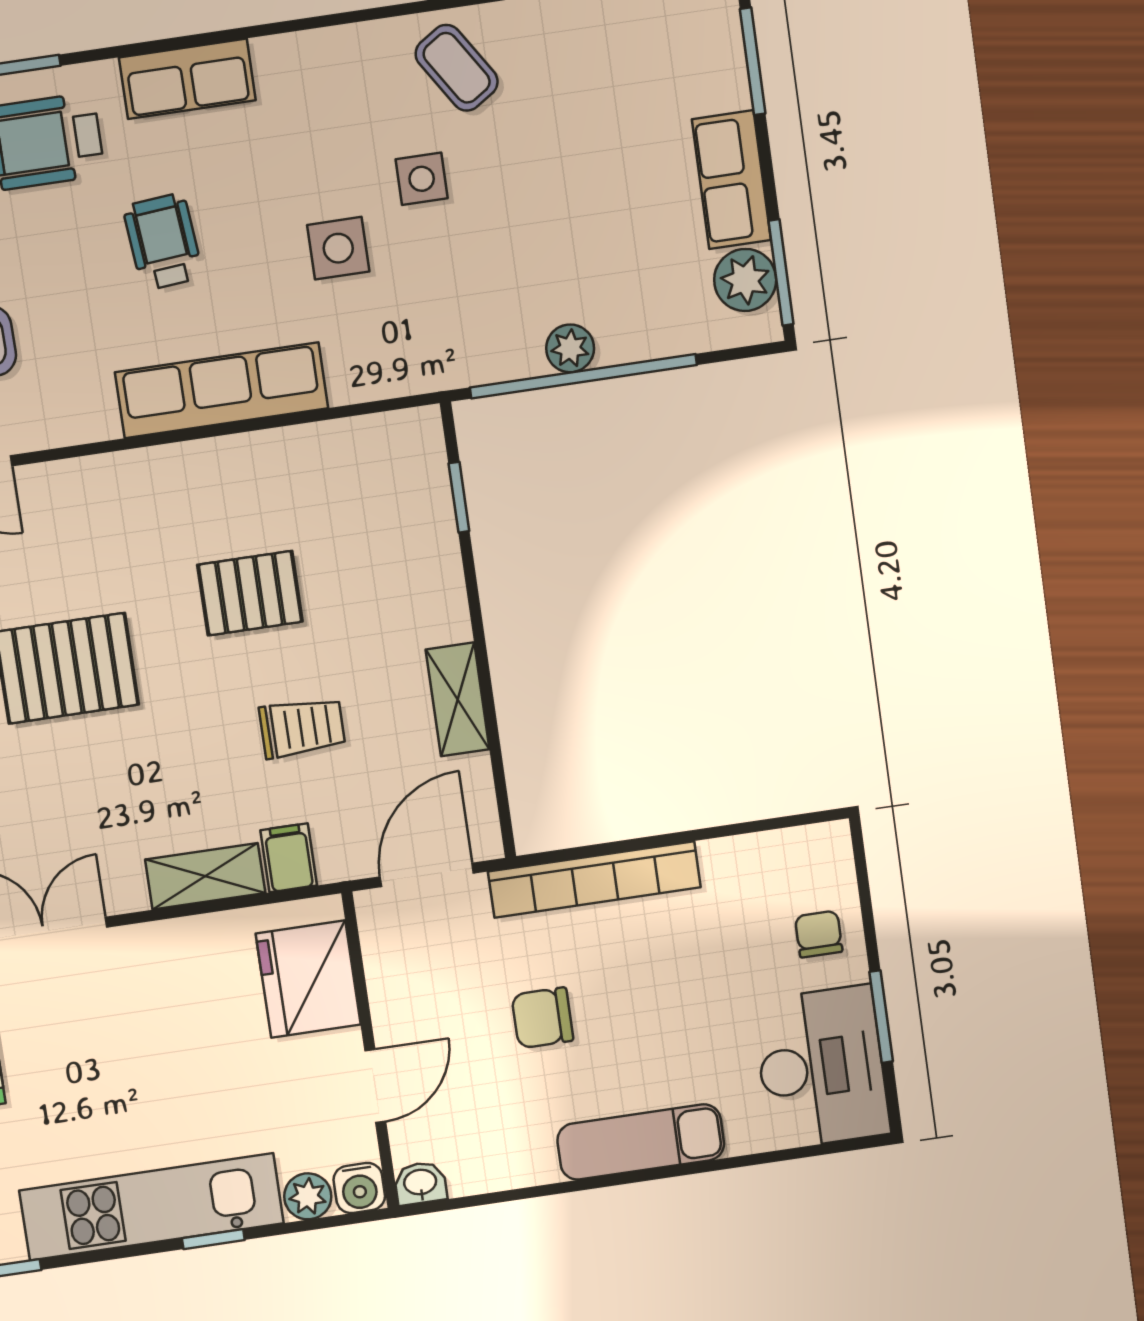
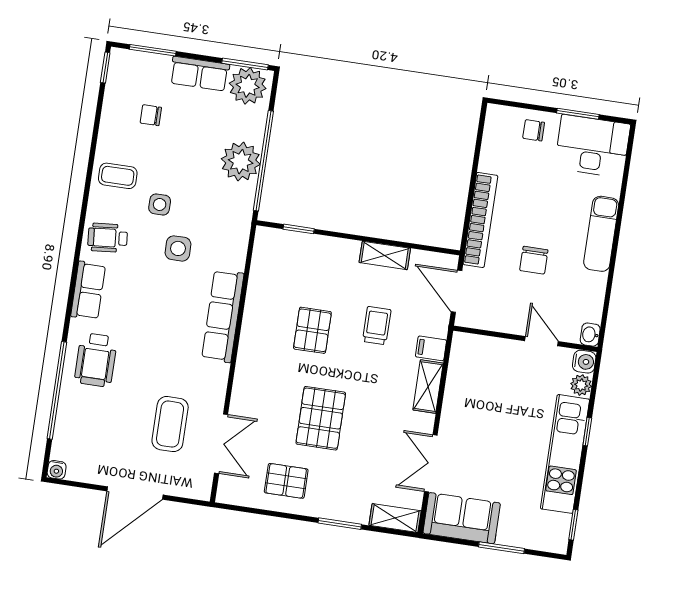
coffee table: (457, 68) -> (118, 176), turned 33
chair: (610, 100) -> (151, 115), added
wheelchair: (163, 242) -> (108, 238), moved
plant: (745, 280) -> (248, 86), width x1.36, depth x1.36
plant: (570, 348) -> (241, 162), width x1.87, depth x1.87
fridge: (308, 979) -> (486, 356), removed

